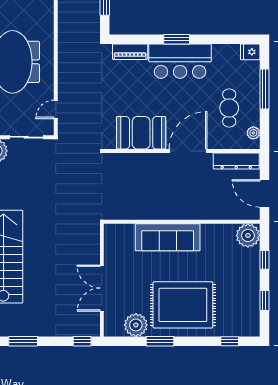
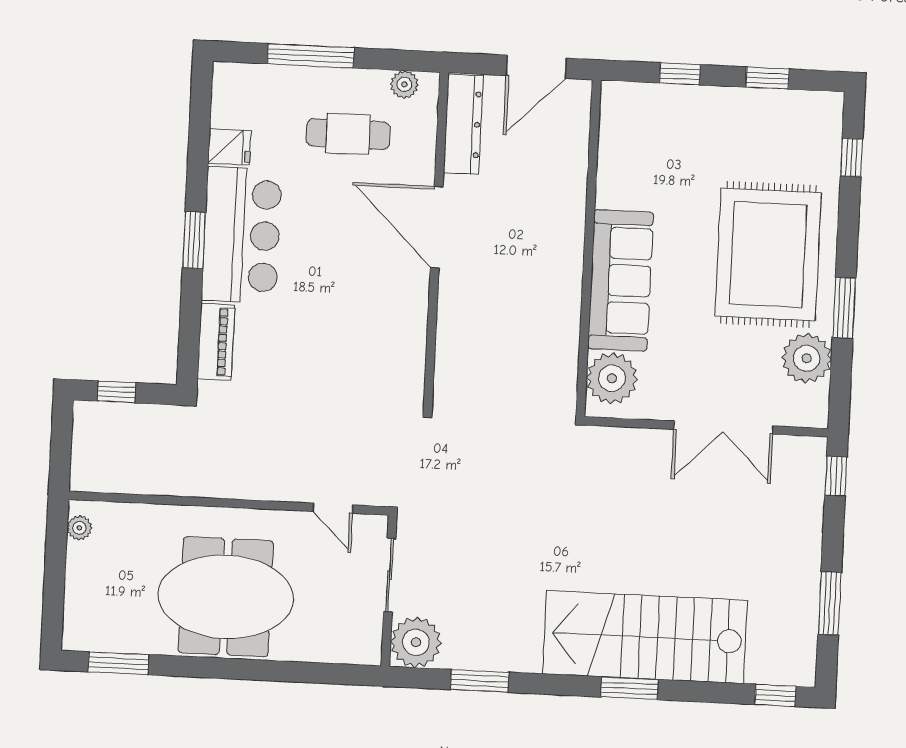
fridge: (250, 52) -> (229, 147), moved, turned -90
booth: (141, 133) -> (392, 327), removed
plant: (248, 235) -> (612, 378), moved

